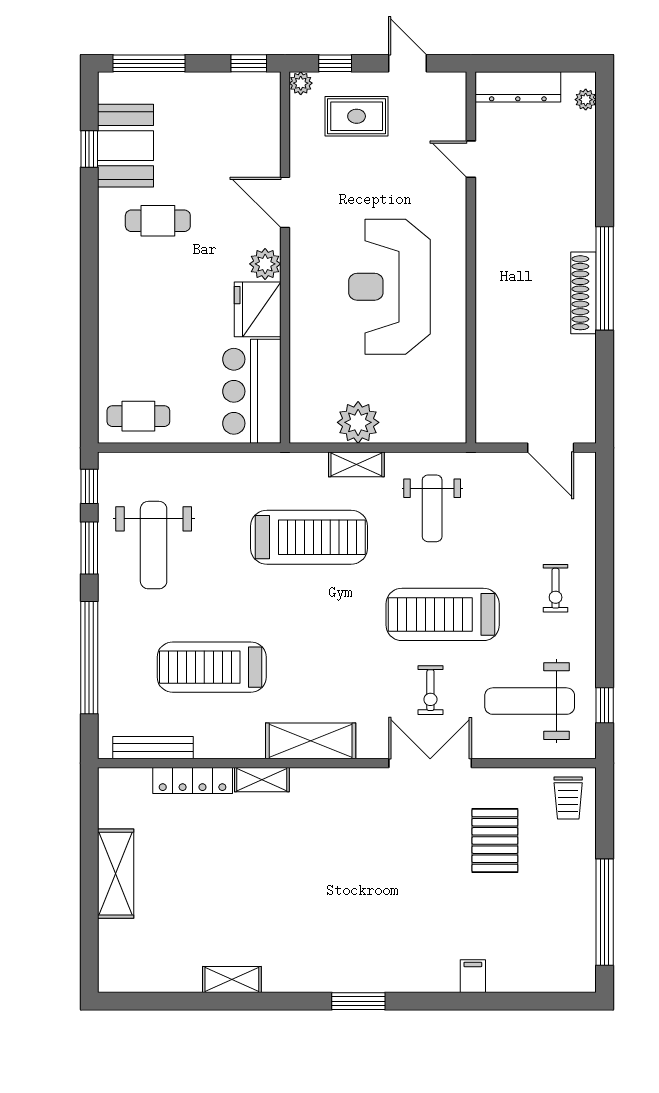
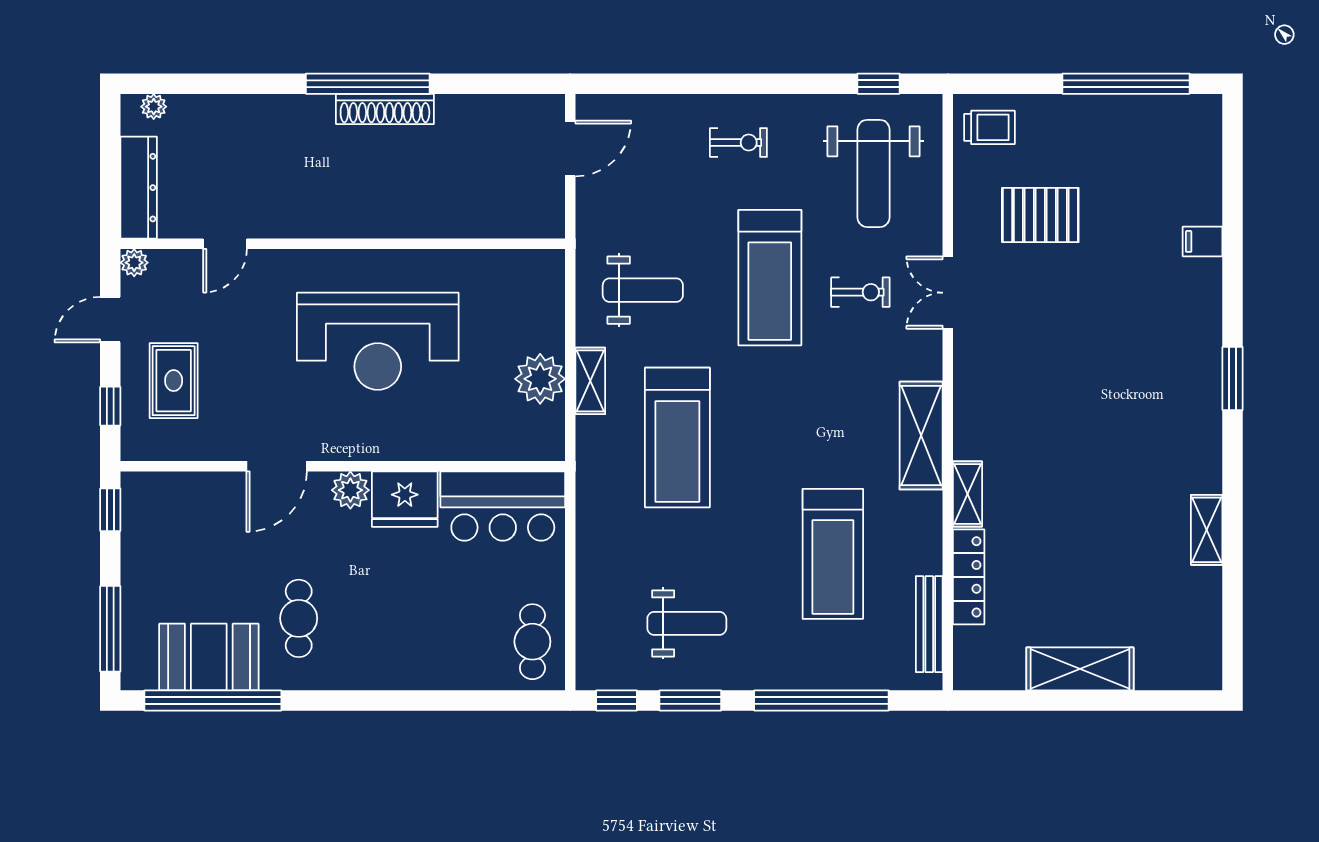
plant: (301, 83) -> (134, 263), moved
window: (89, 149) -> (213, 700), width x3.17
treadmill: (309, 537) -> (677, 438), turned 180
weight bench: (154, 545) -> (687, 623), width x0.73, depth x0.75
double door: (430, 763) -> (948, 293), width x0.73

